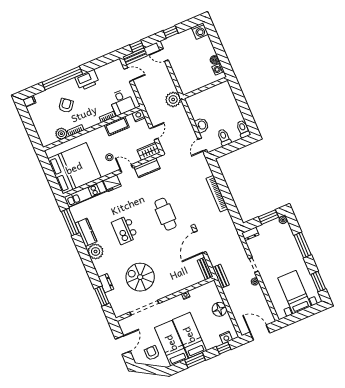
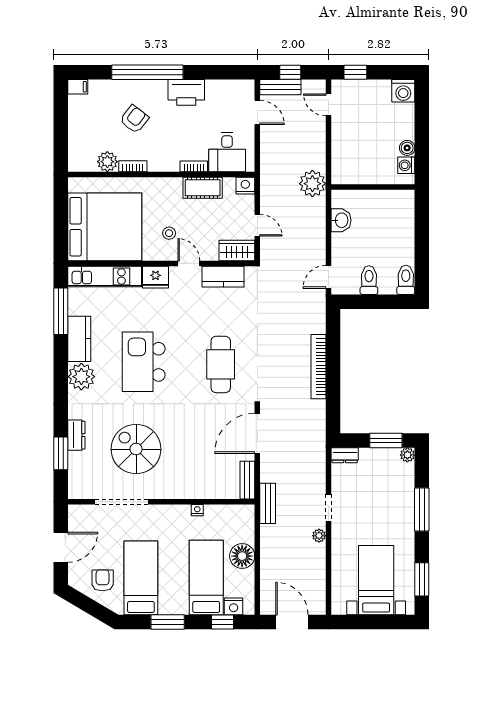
washbasin: (202, 125) -> (341, 220), moved
door: (154, 133) -> (257, 225), hinge flipped
kitchen island: (125, 230) -> (144, 362), width x1.37, depth x1.28
bed: (189, 335) -> (206, 577), moved

